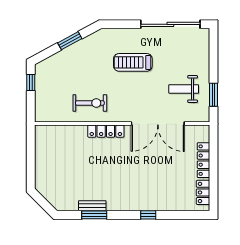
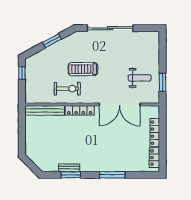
sliding door: (170, 24) -> (110, 28), moved
treadmill: (133, 62) -> (83, 69), moved
weight bench: (184, 89) -> (140, 78), turned 180
bench: (60, 131) -> (45, 110), added
window: (148, 215) -> (112, 175), width x2.17

